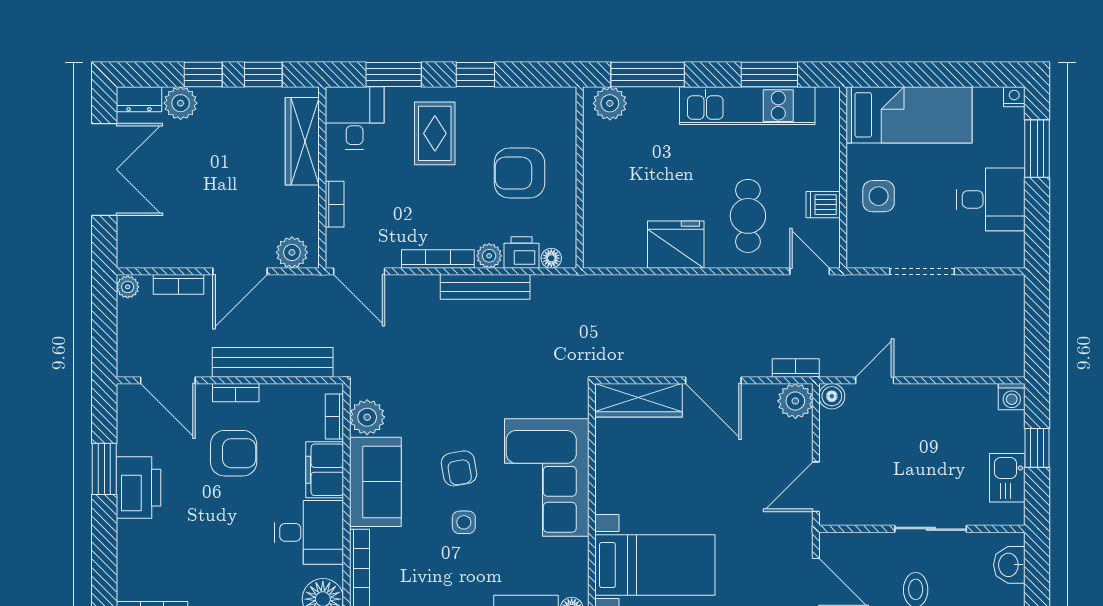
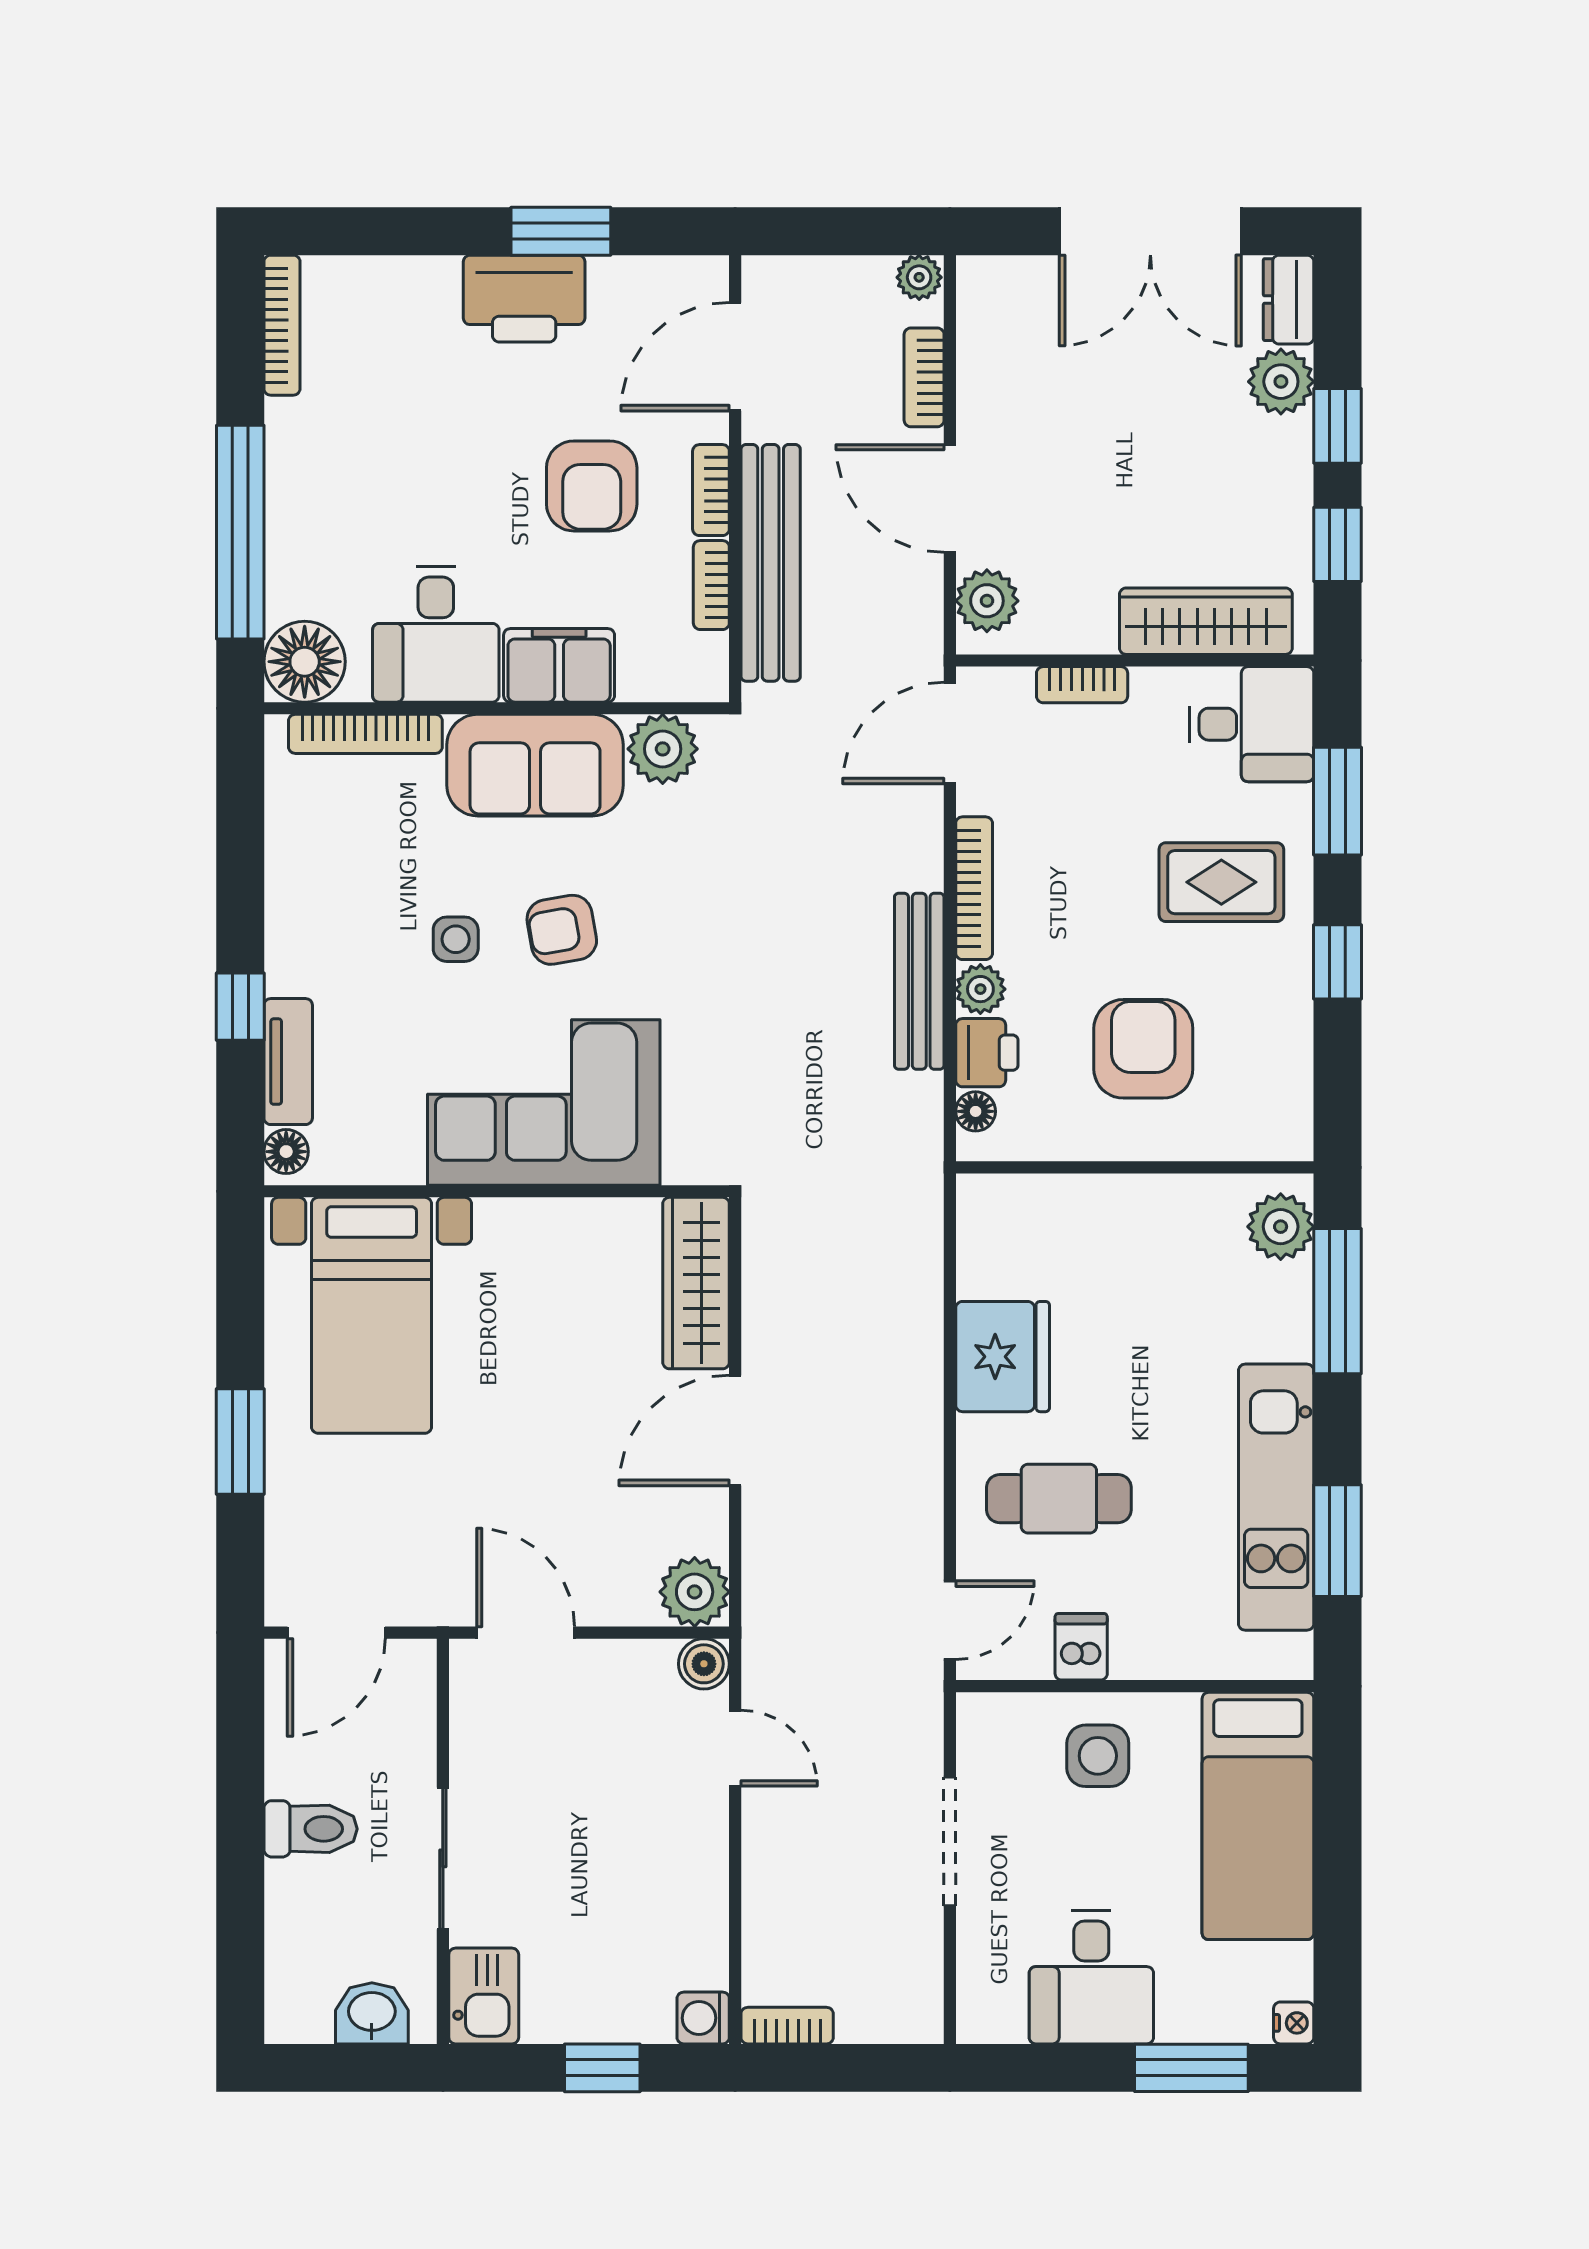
bookcase: (796, 368) -> (787, 2026), moved, turned -90
bookcase: (334, 417) -> (711, 585), moved, turned -90
kitchen sink: (1007, 478) -> (484, 1996), moved, turned 90

